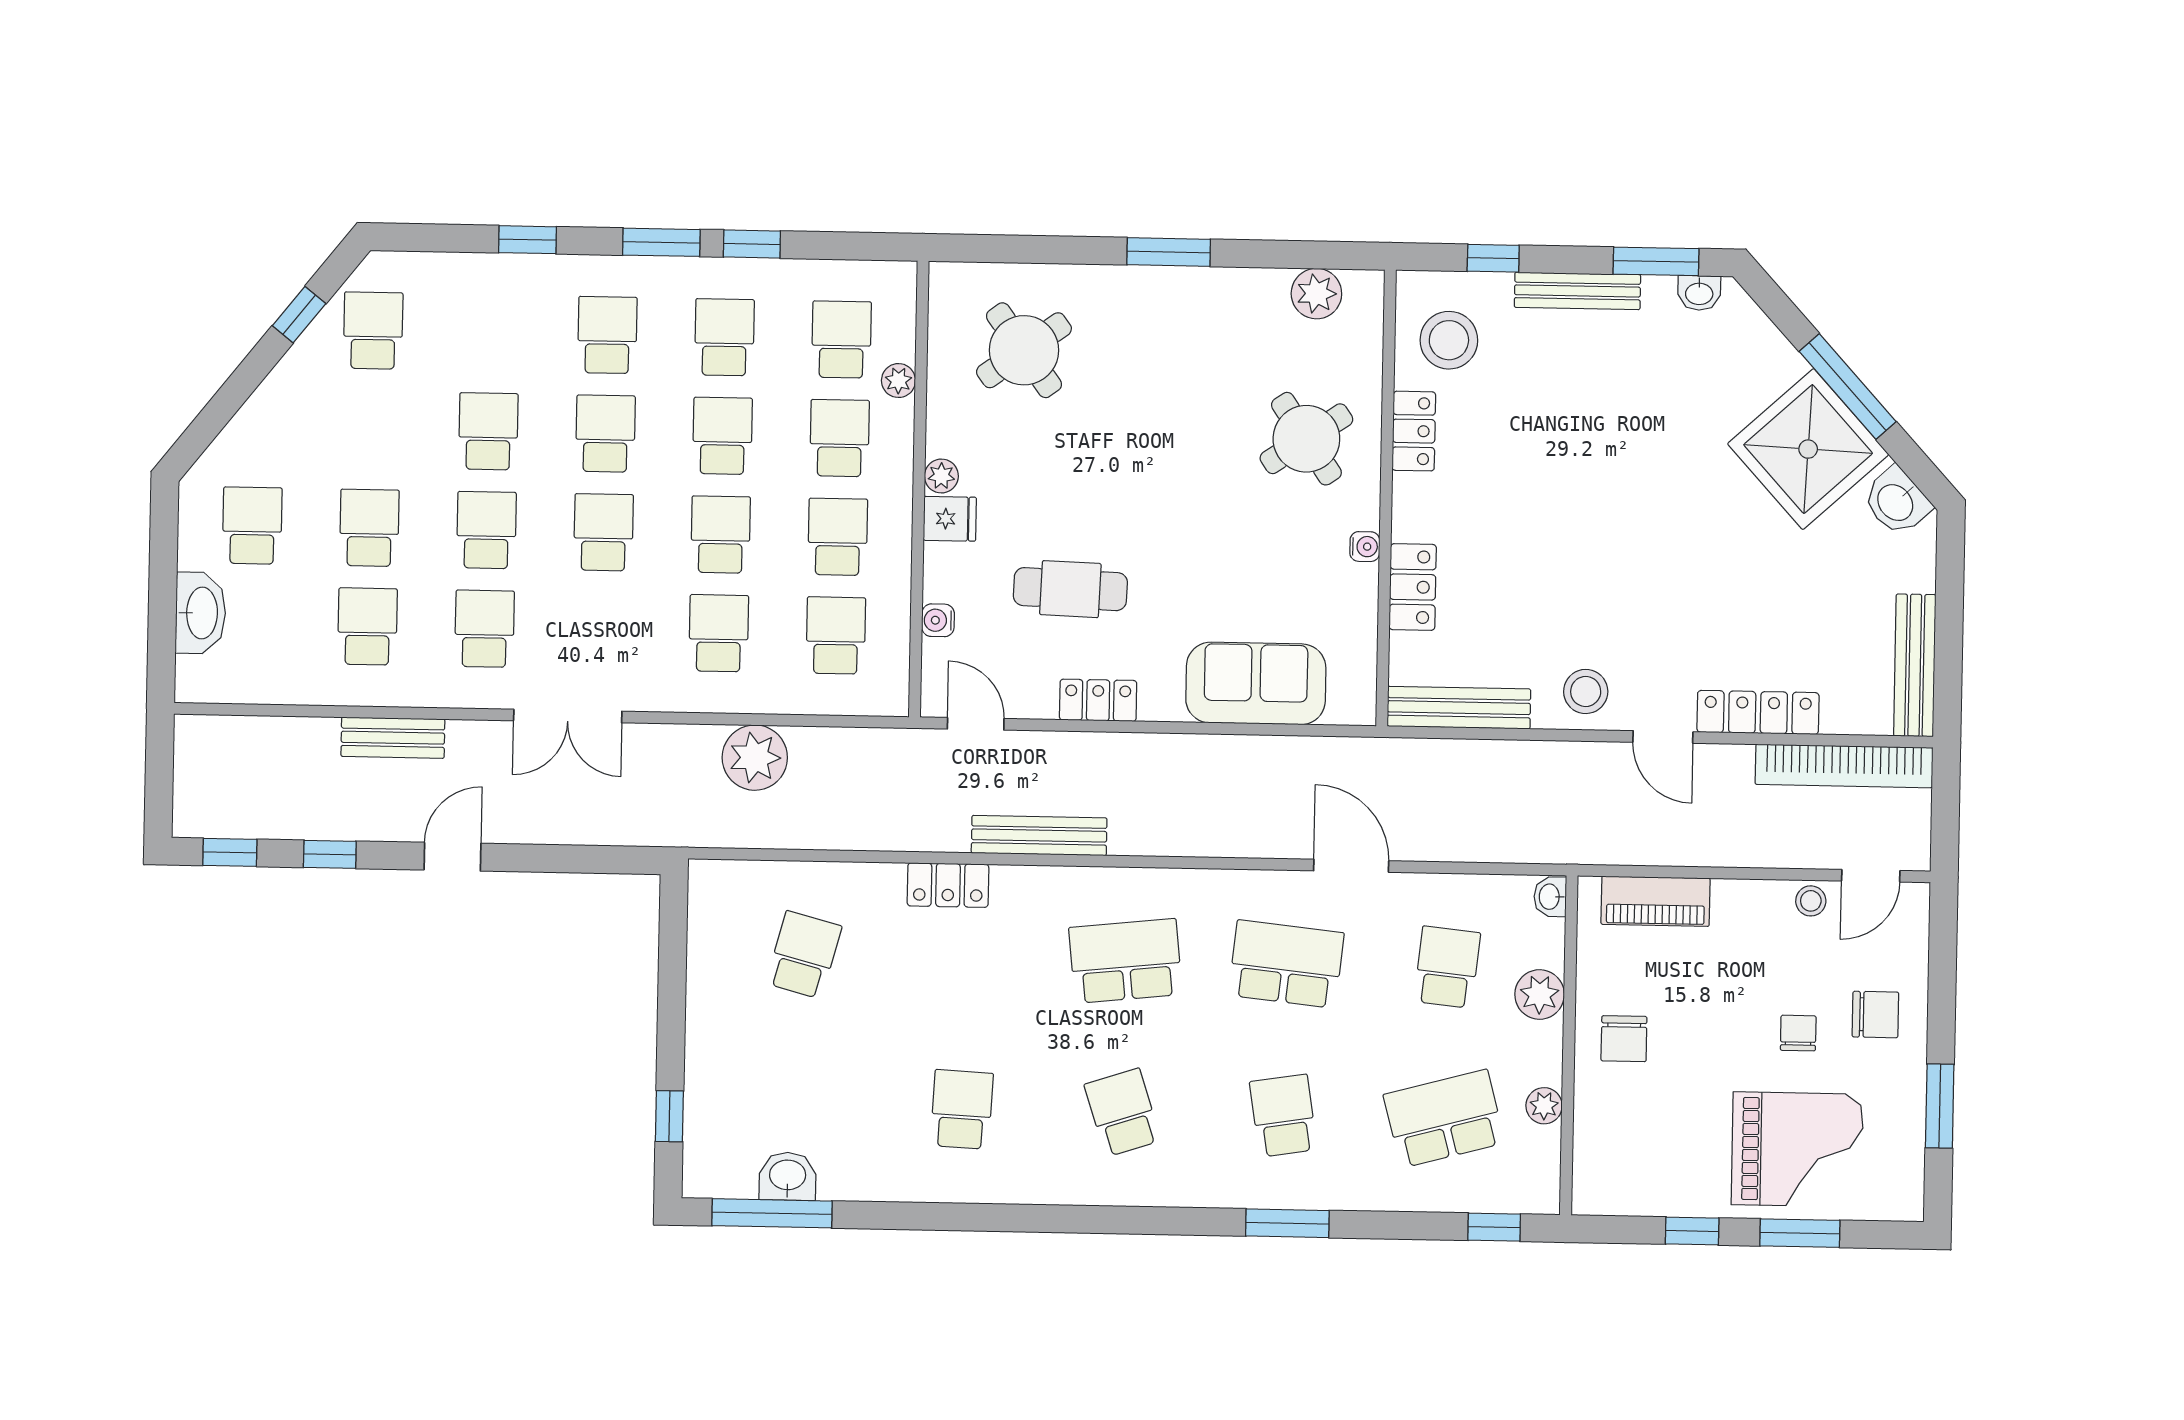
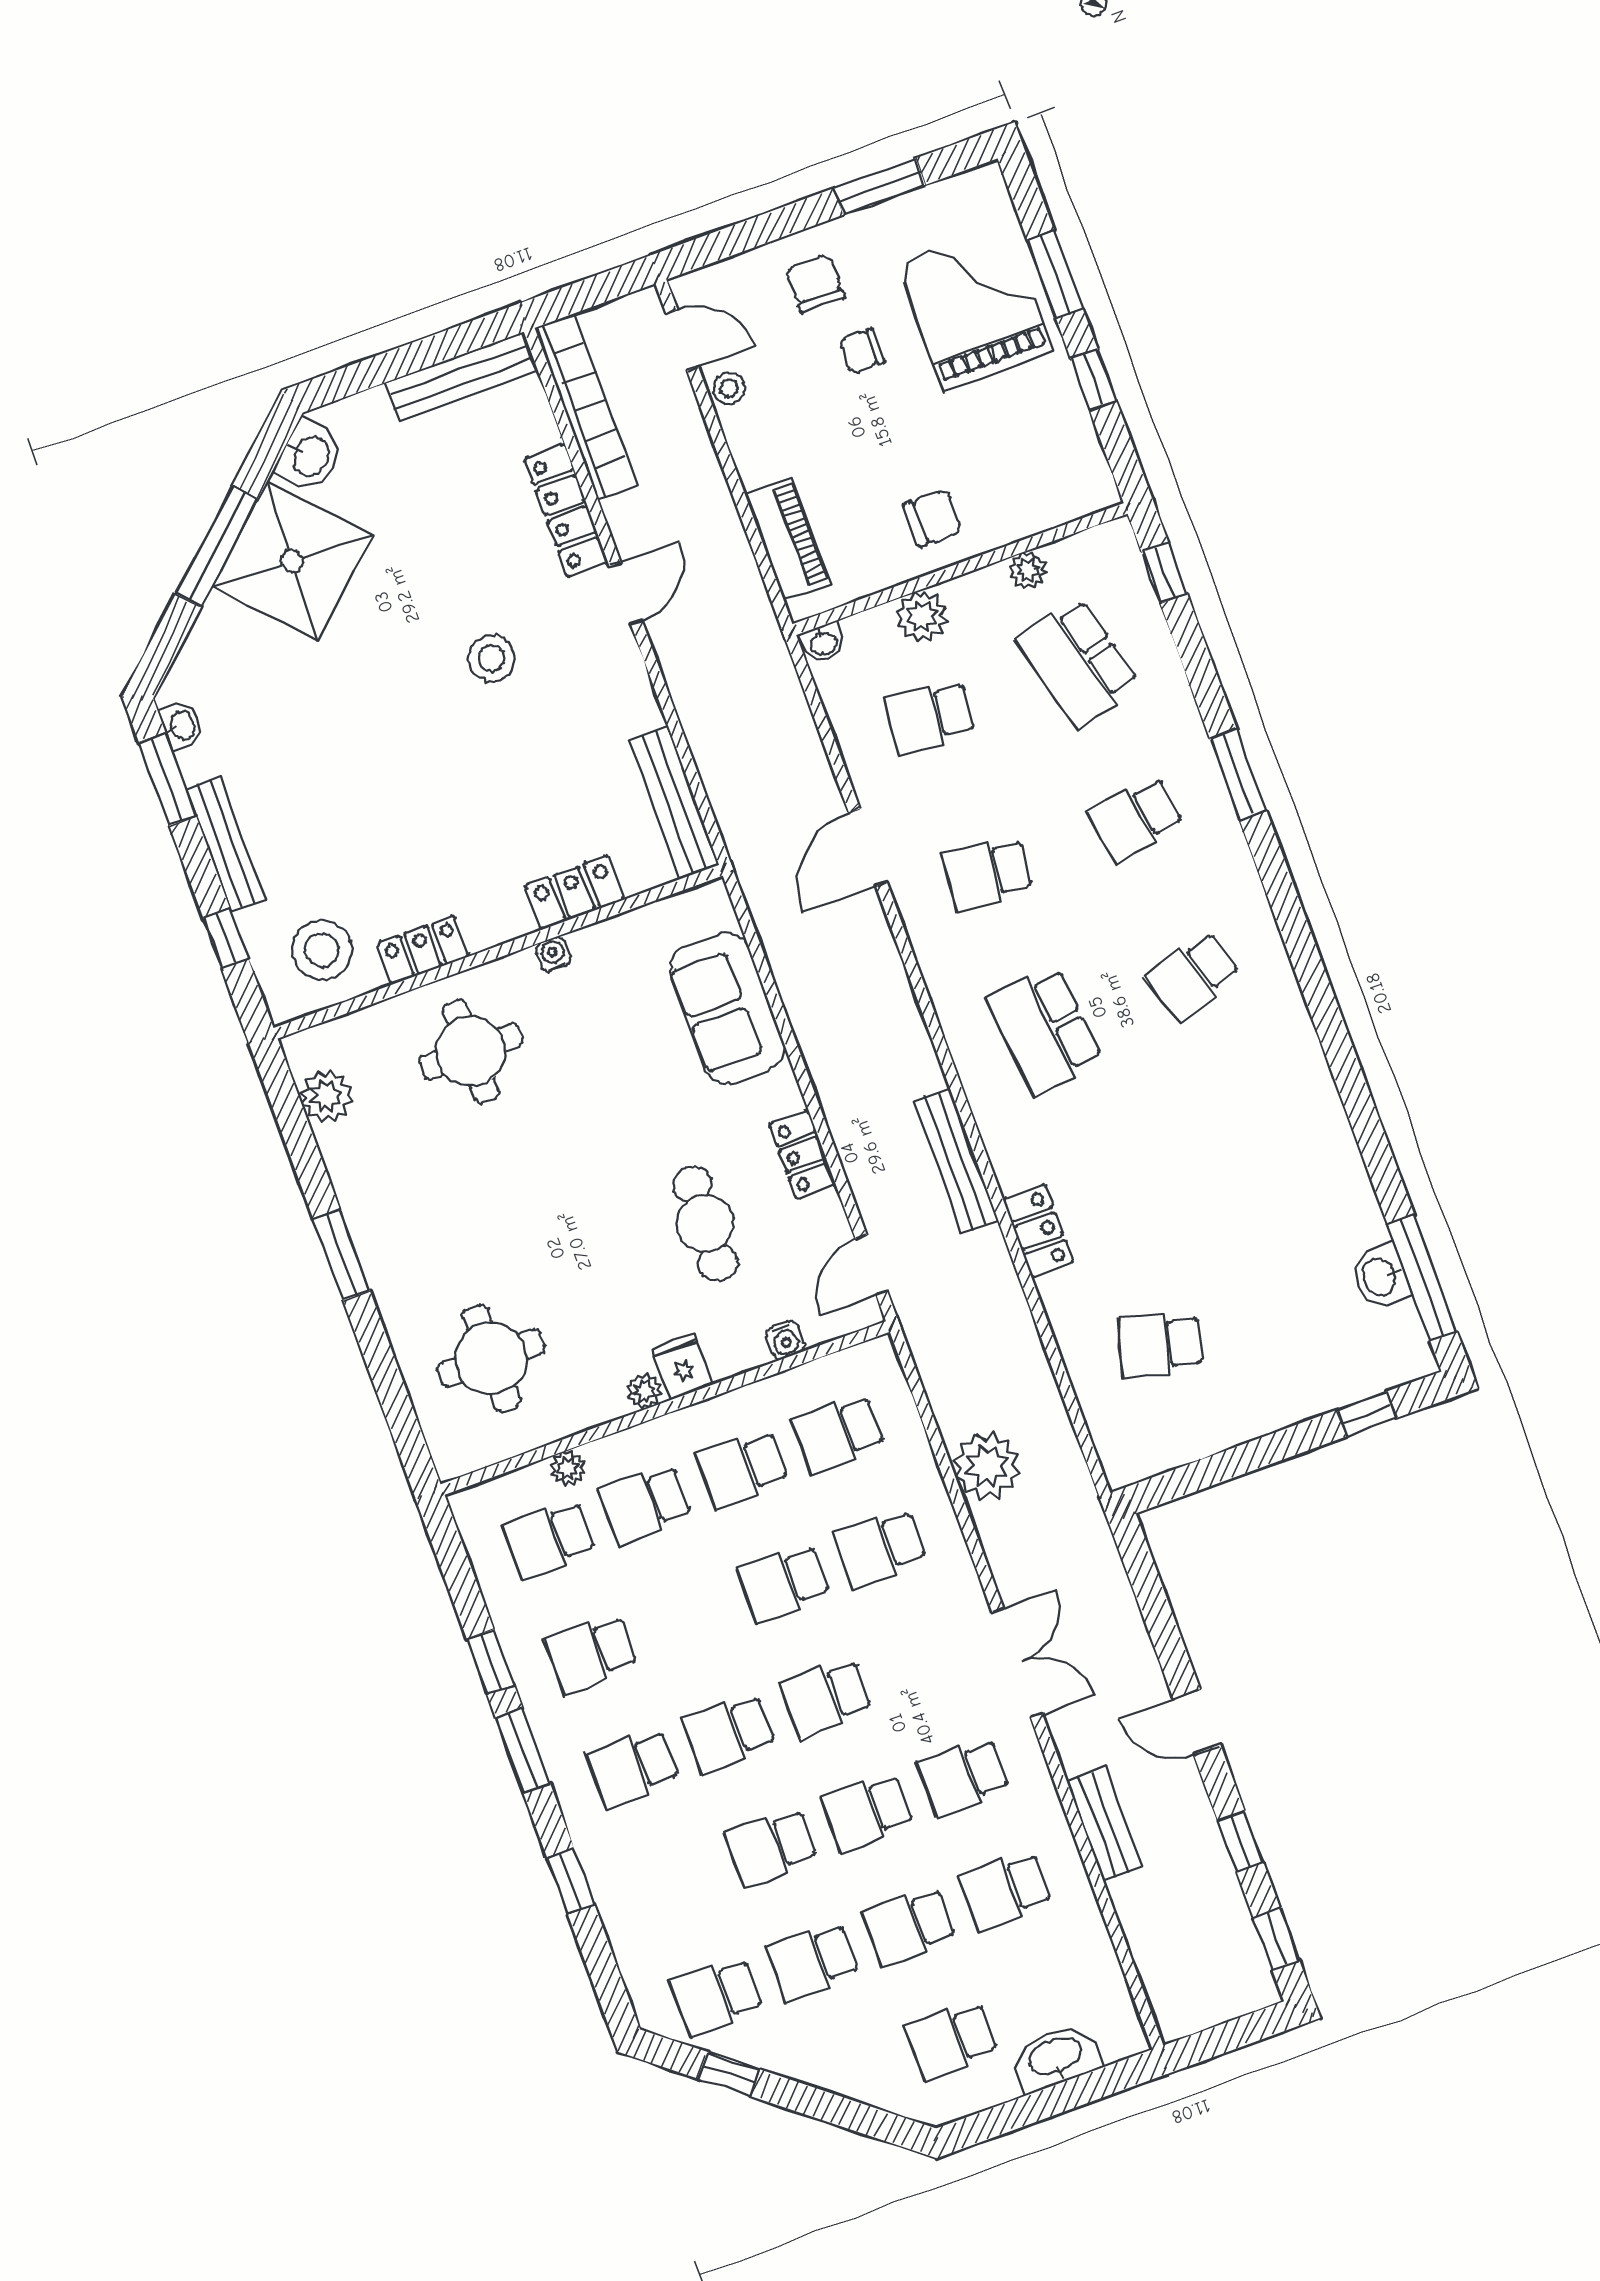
round table: (1024, 350) -> (491, 1358), turned 36
school desk: (722, 436) -> (813, 1961), moved
round table: (1306, 439) -> (471, 1051), turned 34
stool: (1586, 691) -> (492, 658), moved
school desk: (1286, 964) -> (987, 873), width x0.54
school desk: (962, 1109) -> (1250, 1133), removed

